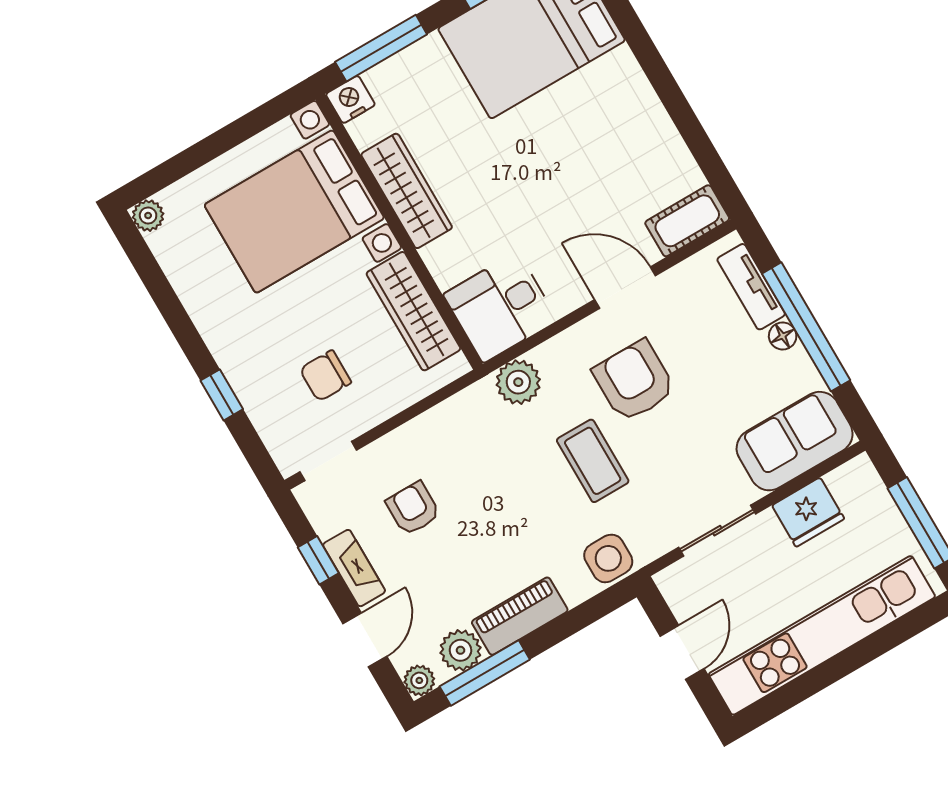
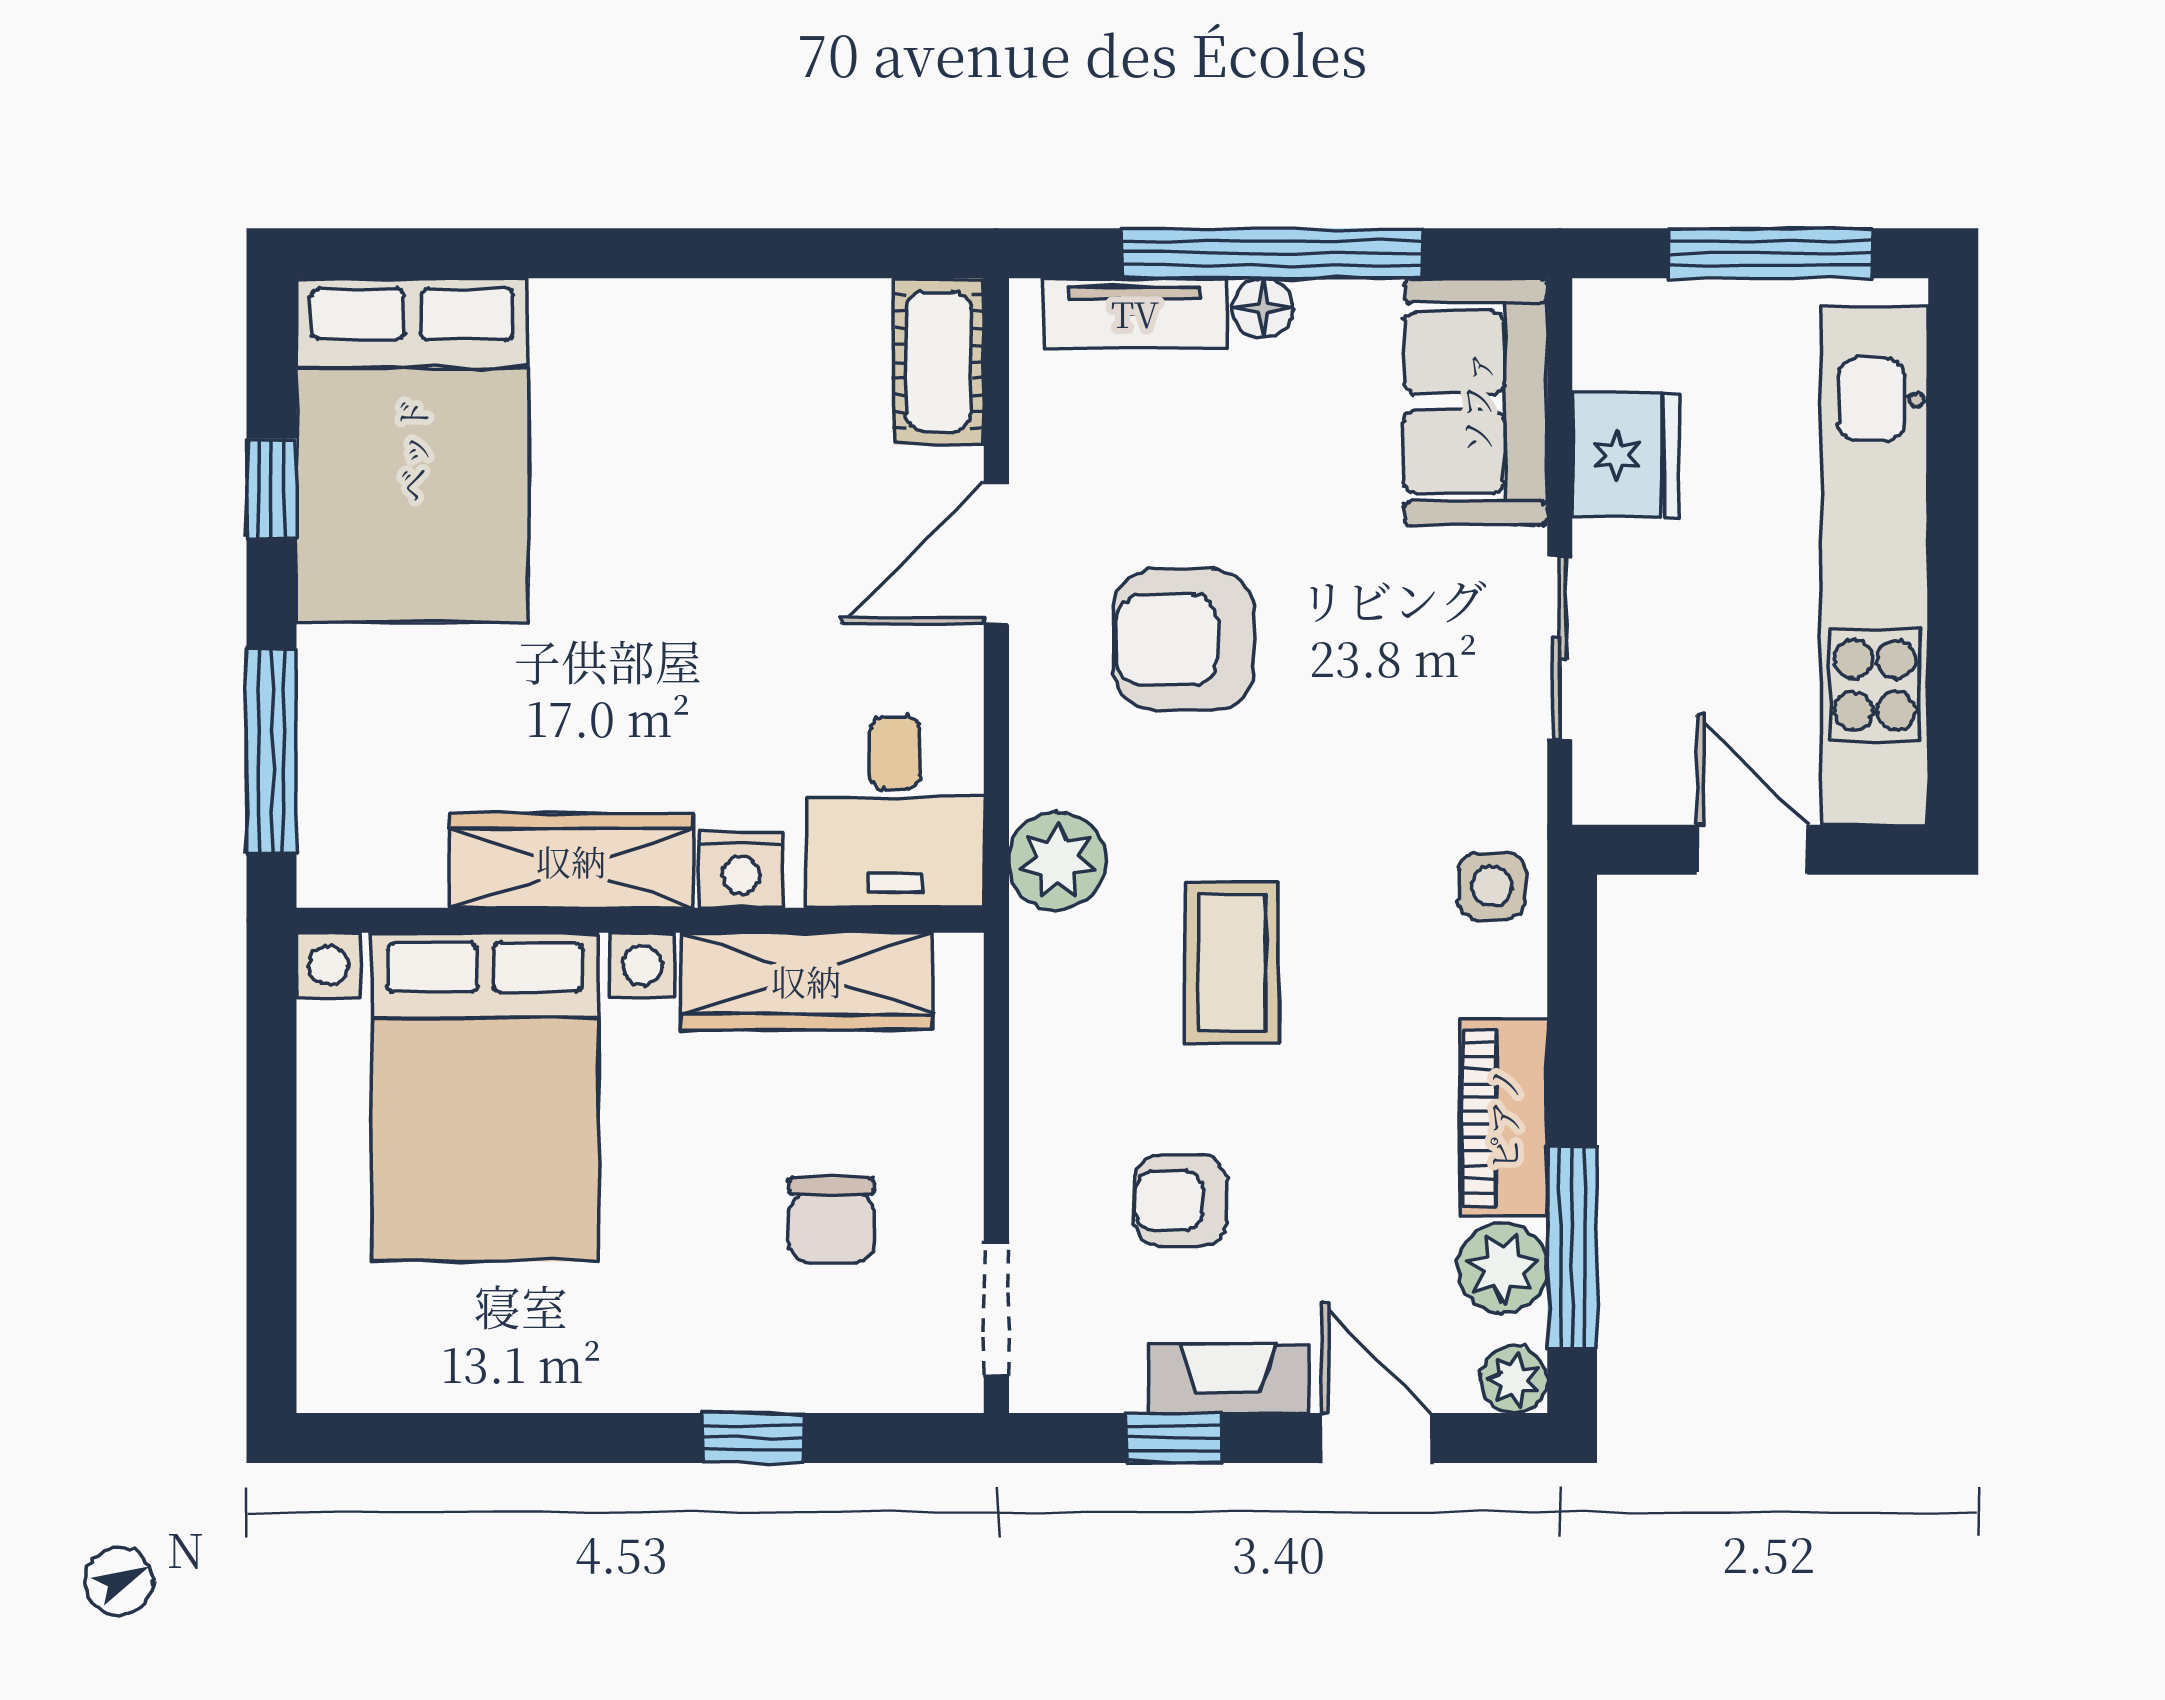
nightstand: (350, 99) -> (741, 869), moved, turned -90
plant: (148, 216) -> (331, 1379), removed
coffee table: (593, 461) -> (1232, 962), moved, turned 90
side table: (608, 558) -> (1492, 886), width x0.73, depth x0.73

